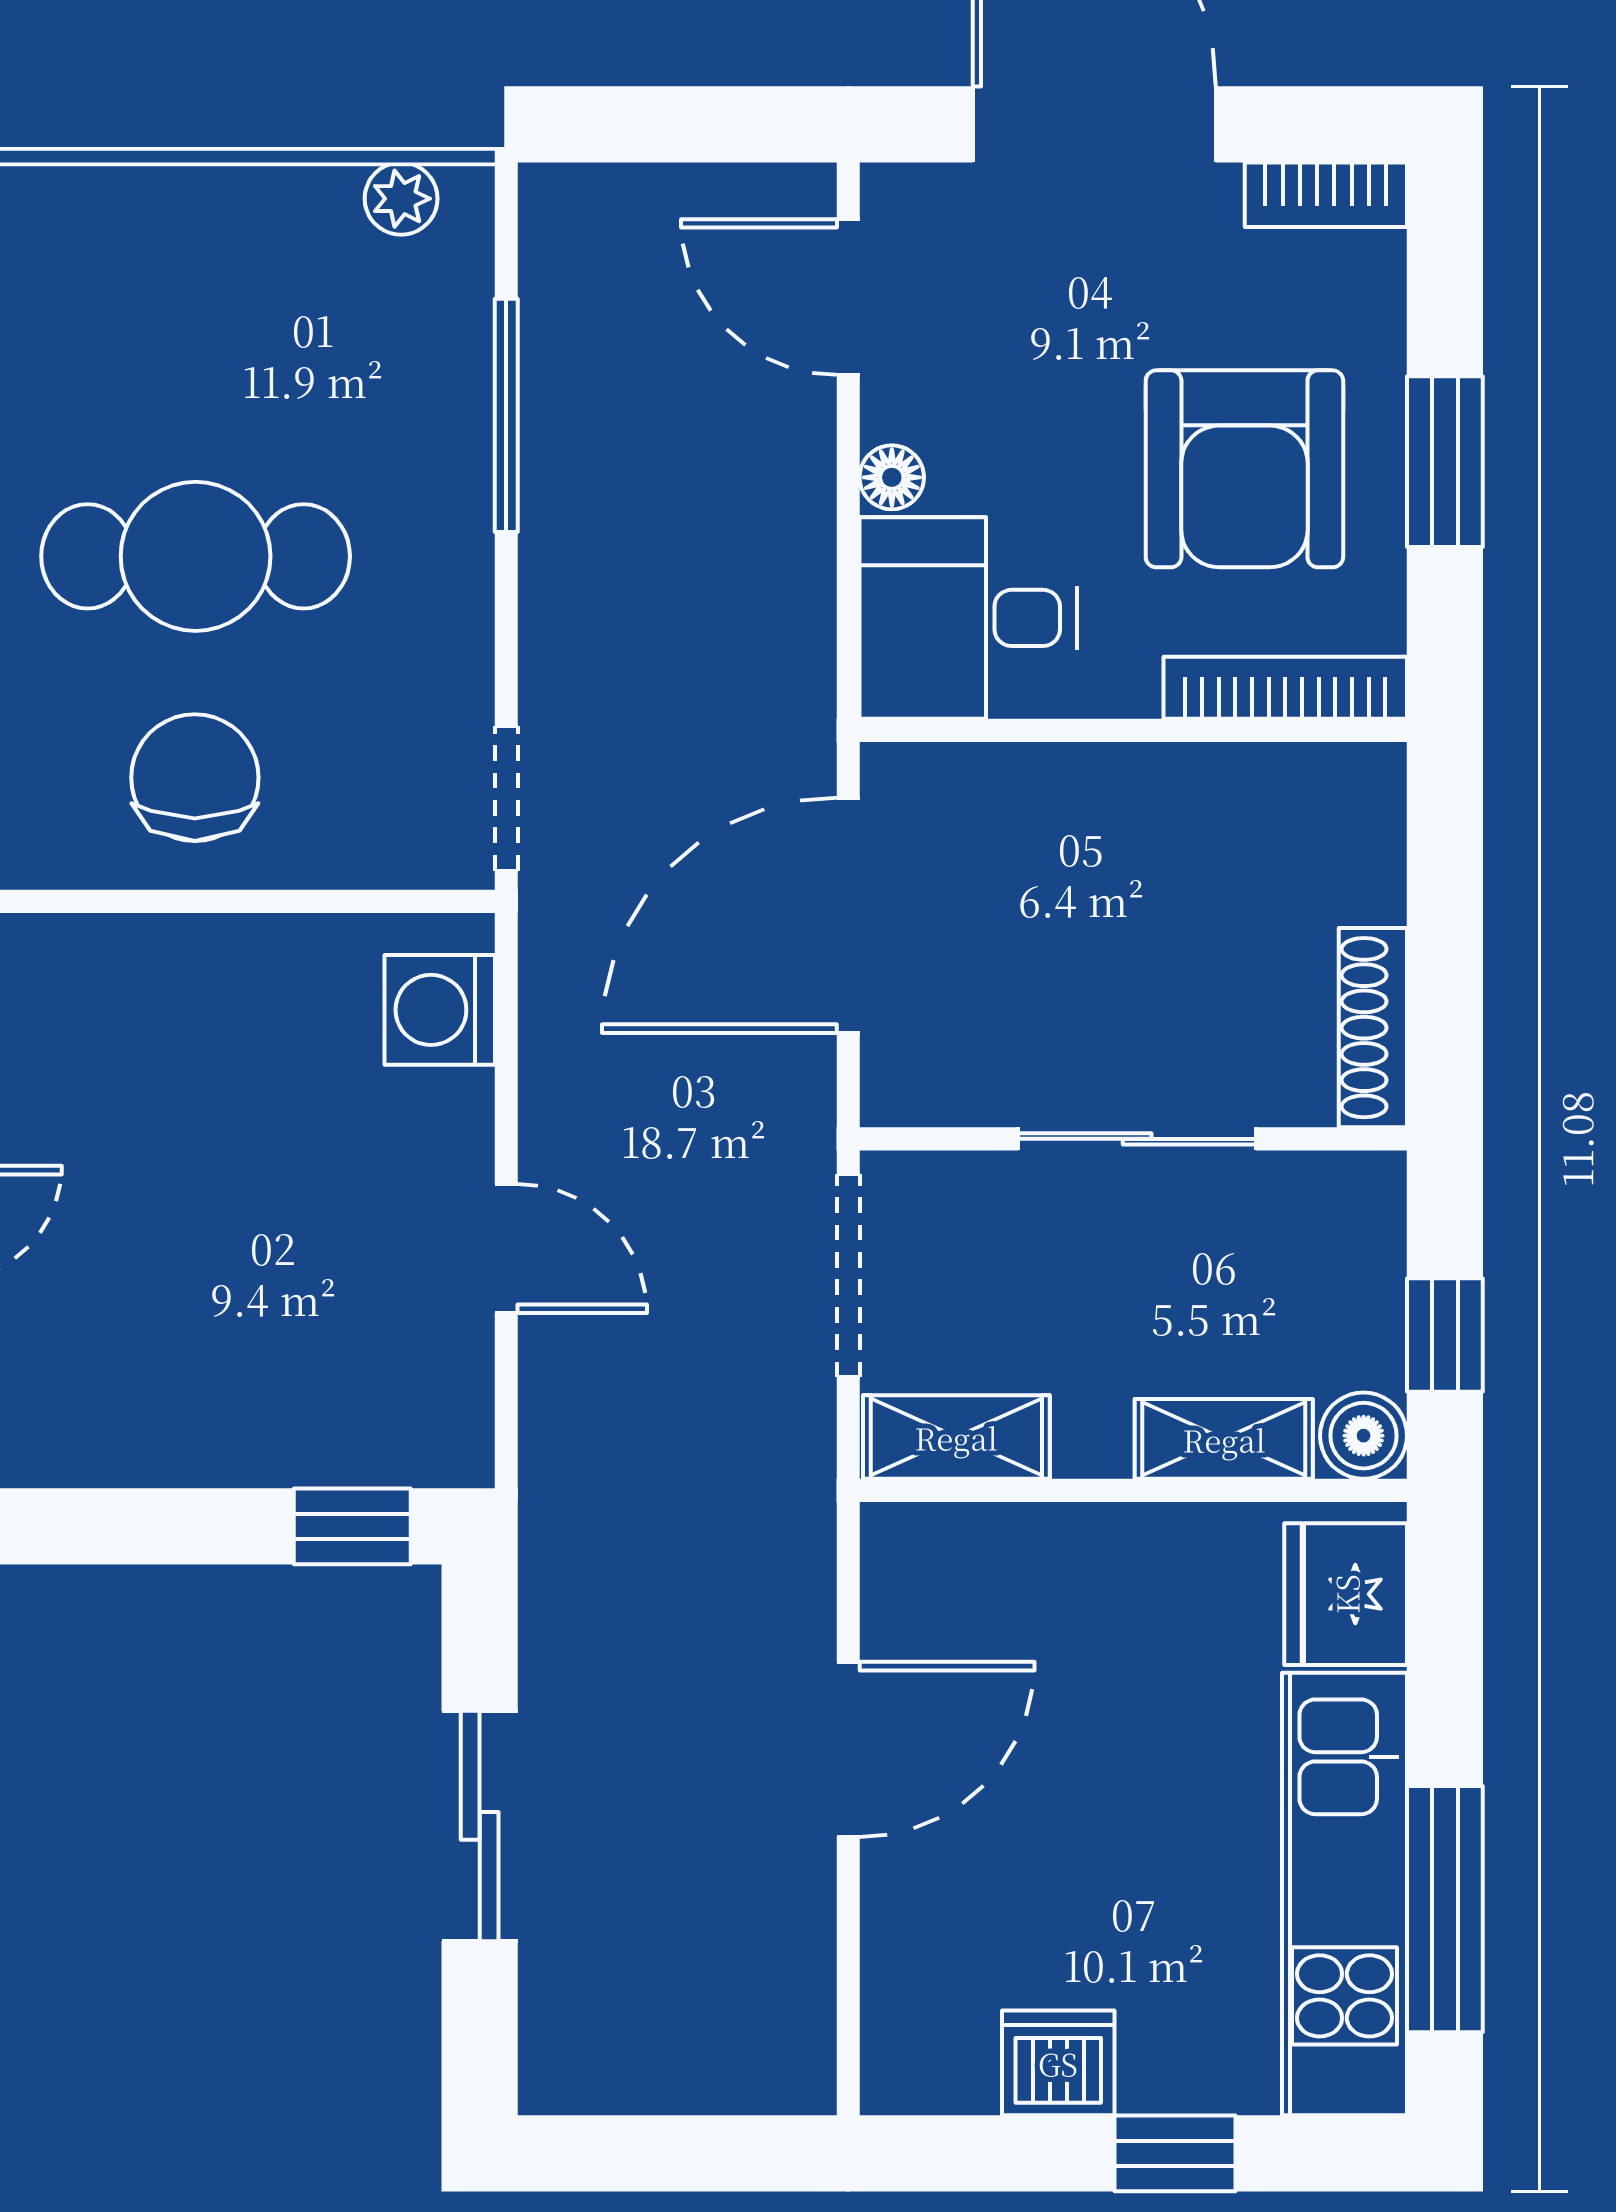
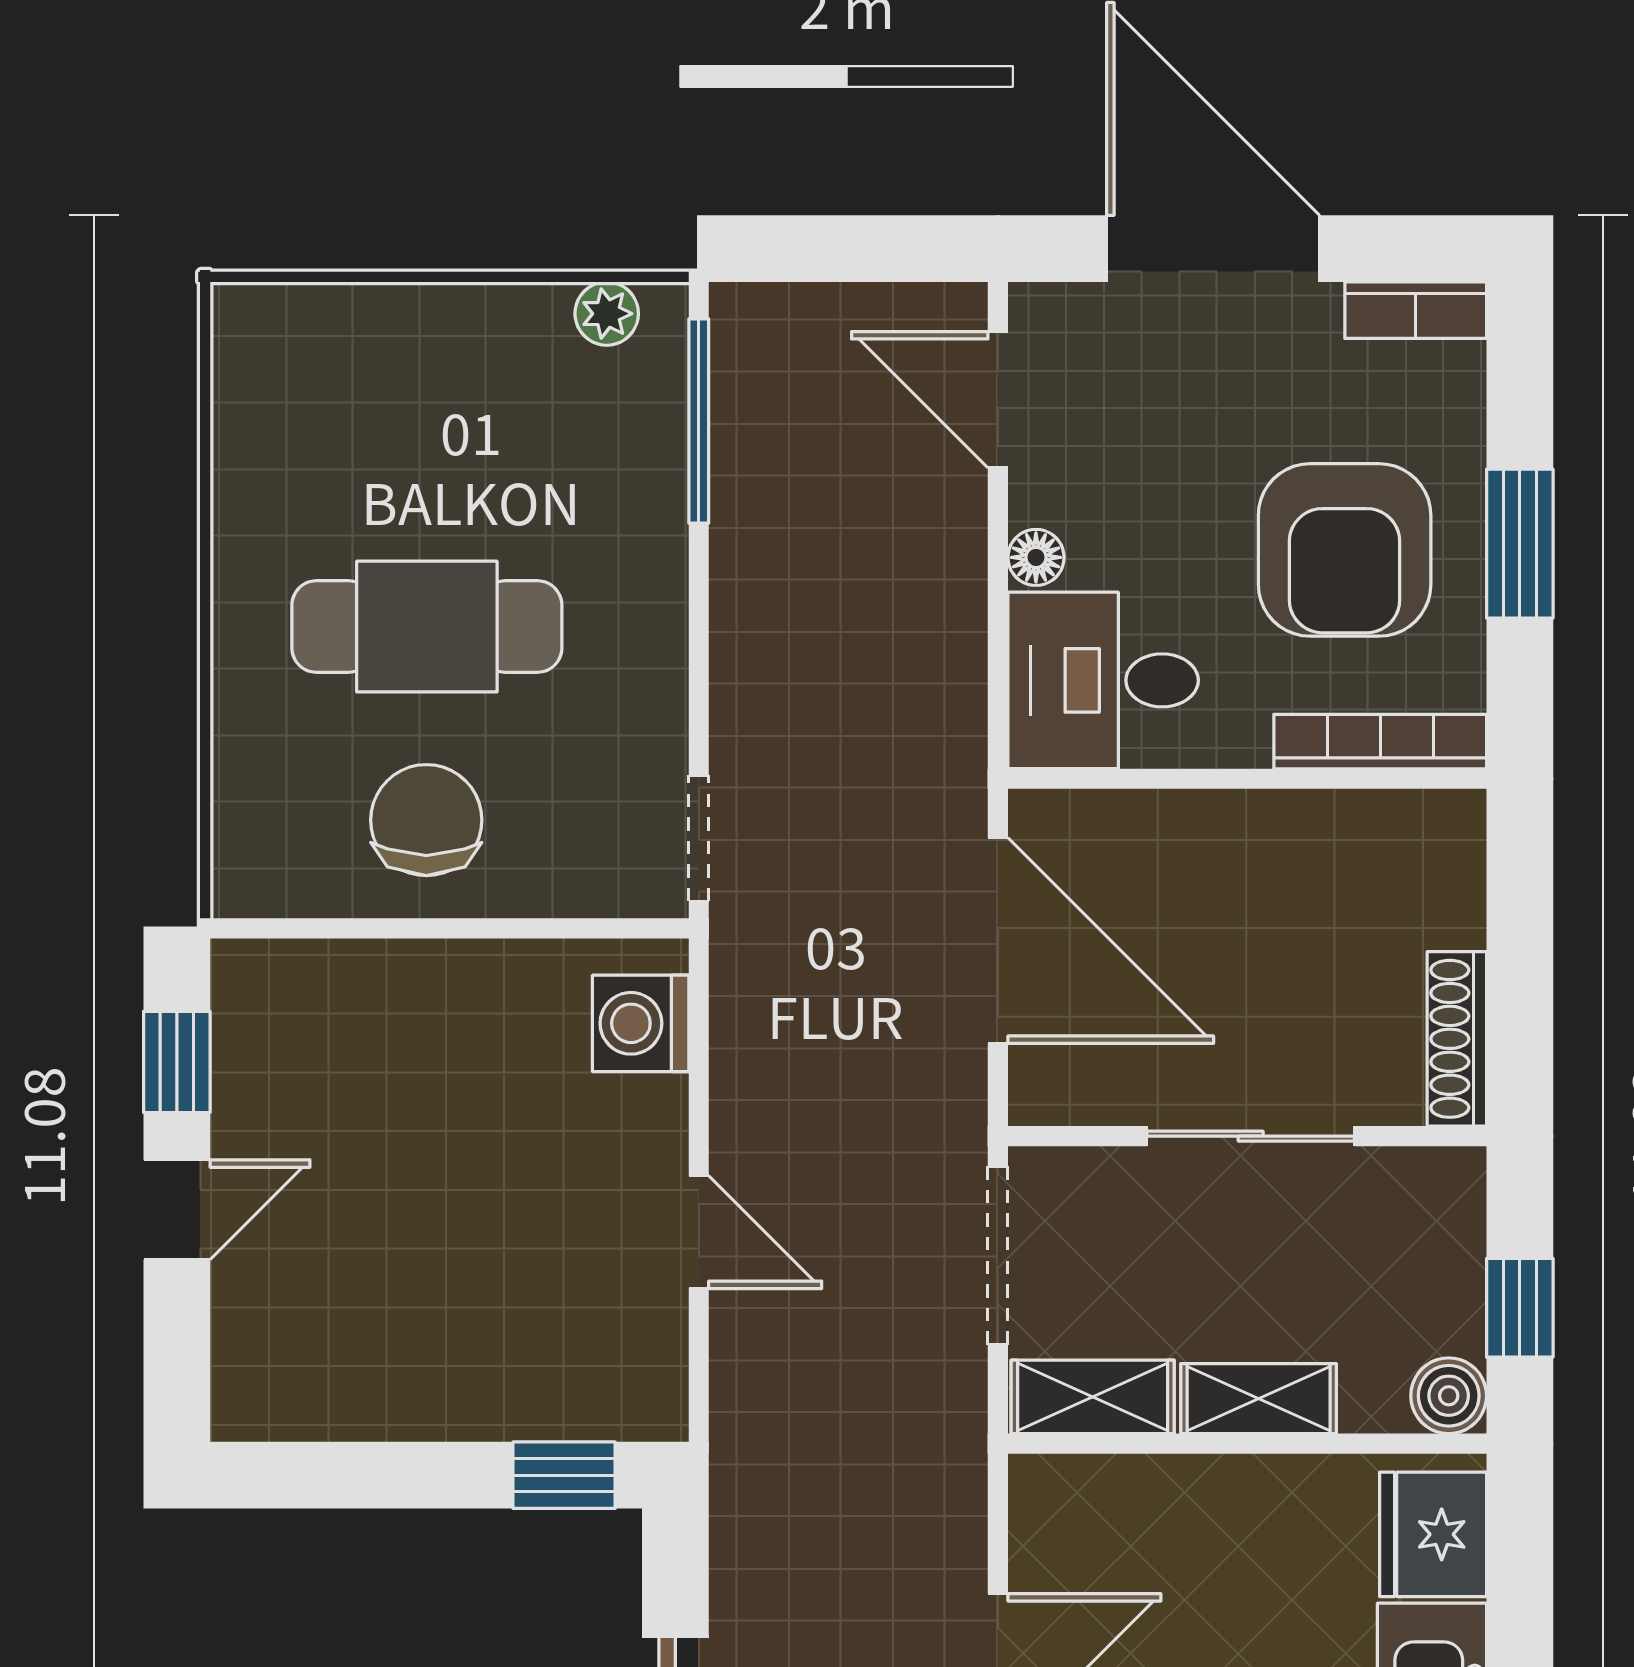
window: (506, 415) -> (699, 421), moved
door: (848, 915) -> (998, 941), swing flipped
shelving: (1224, 1439) -> (1259, 1399), moved

